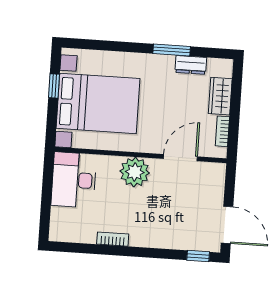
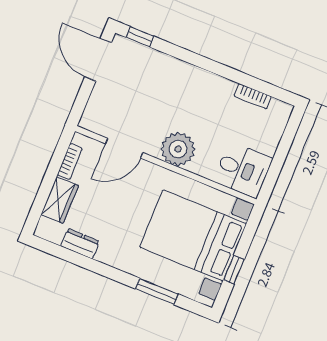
window: (172, 50) -> (157, 291), moved
desk: (74, 180) -> (243, 170), width x0.73
bookcase: (113, 239) -> (253, 96), moved

